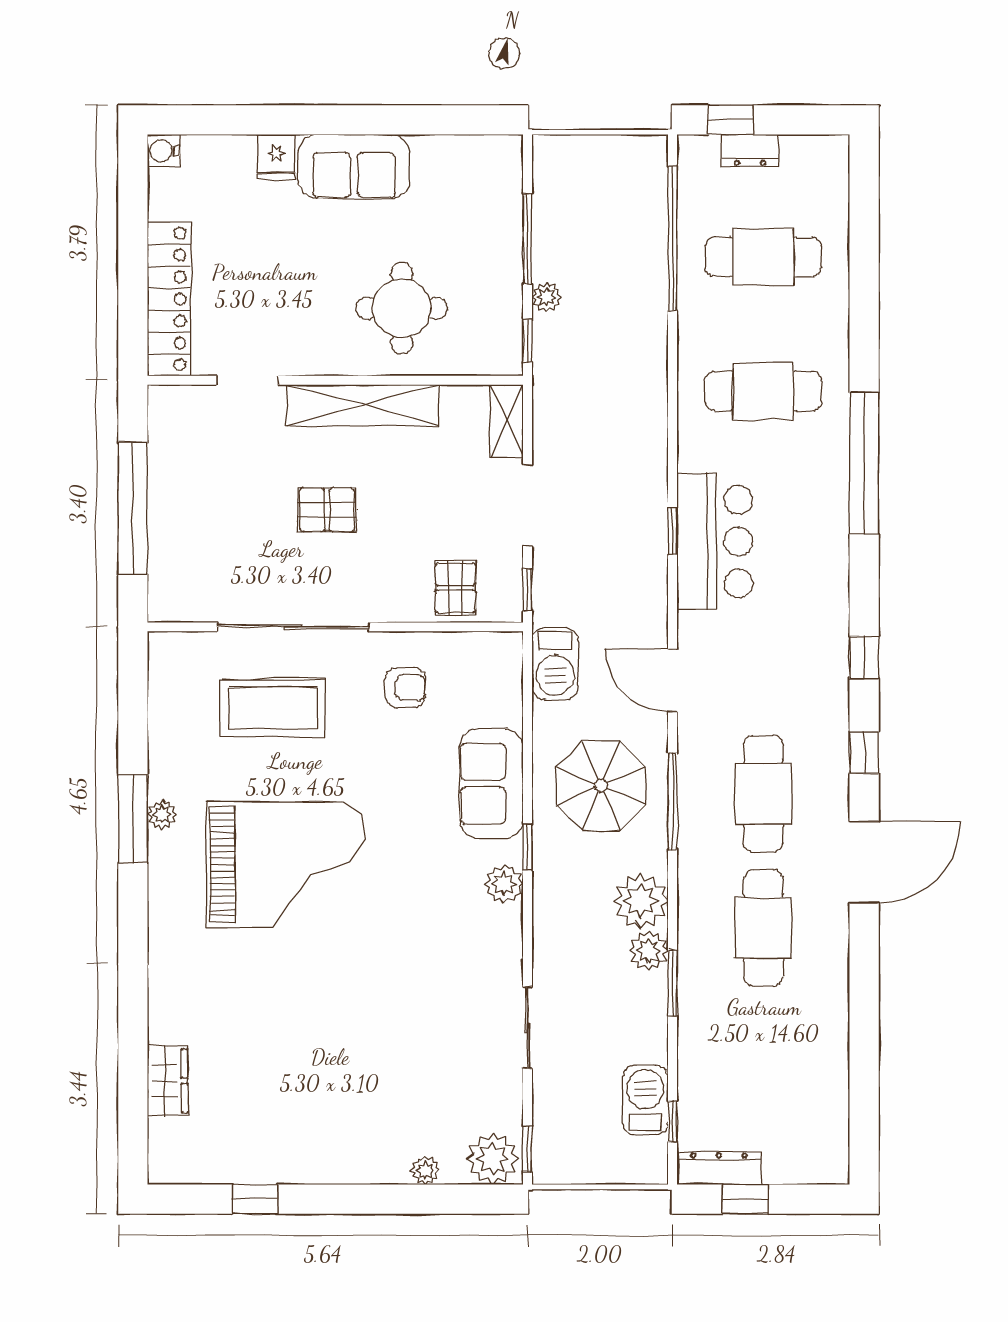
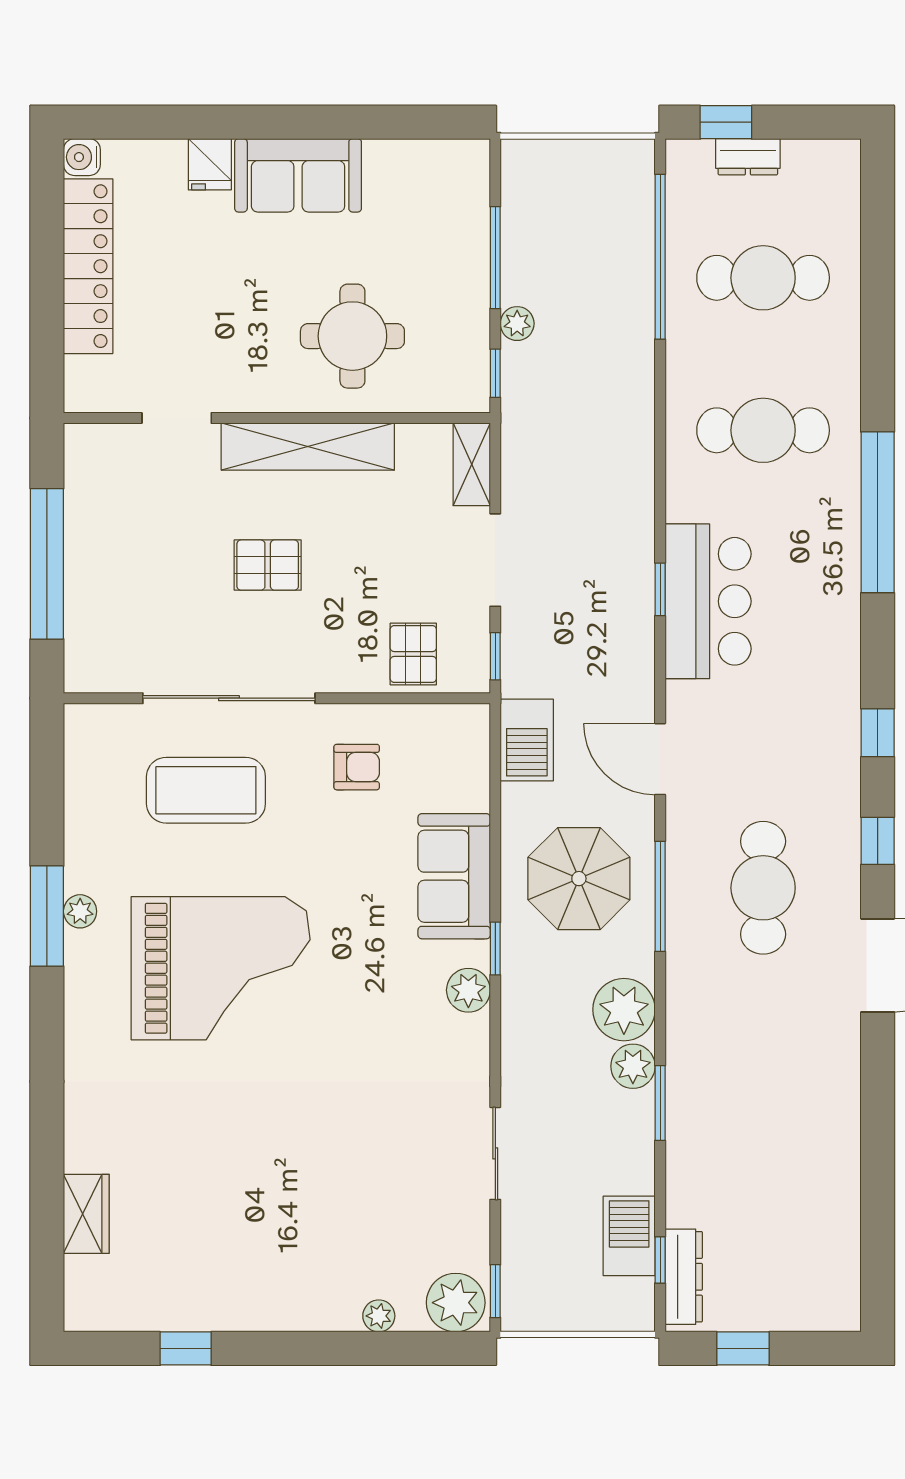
locker: (169, 299) -> (88, 266), moved
cafe table: (763, 928) -> (763, 1040), removed
dresser: (719, 1168) -> (684, 1277), moved, turned 90

